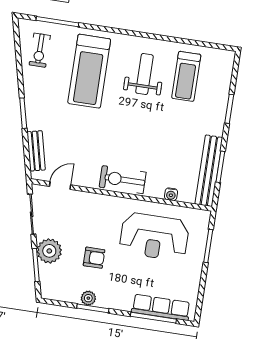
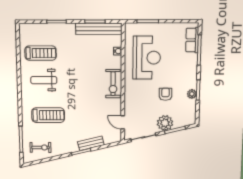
treadmill: (89, 71) -> (48, 115), width x0.73, depth x0.73
bench: (36, 151) -> (91, 143), moved
row of seats: (161, 307) -> (192, 40), width x0.68

